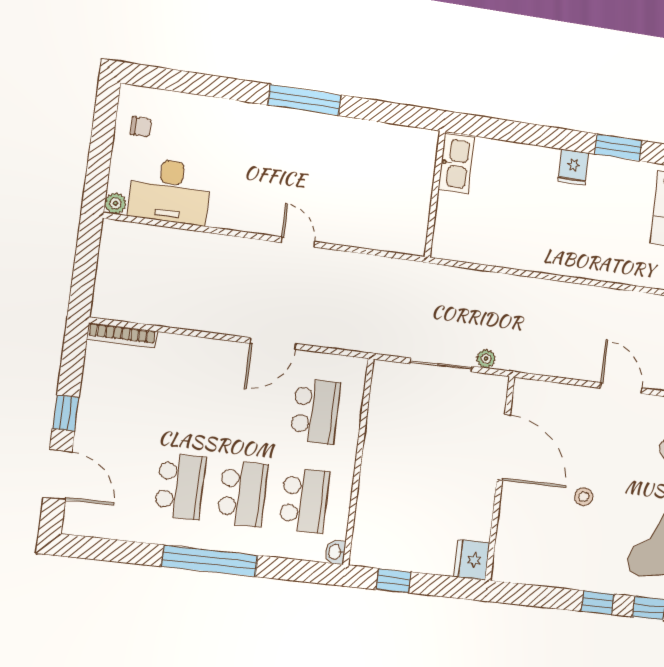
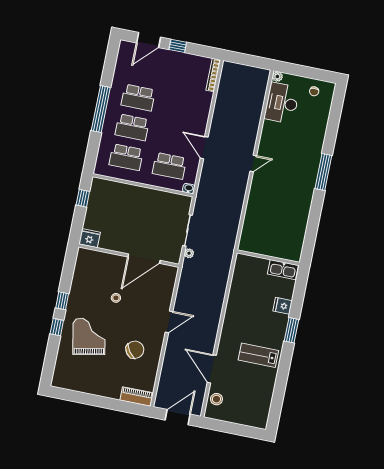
kitchen sink: (456, 164) -> (283, 270), moved
wall: (435, 194) -> (268, 258), moved
washbasin: (335, 552) -> (189, 188), moved

